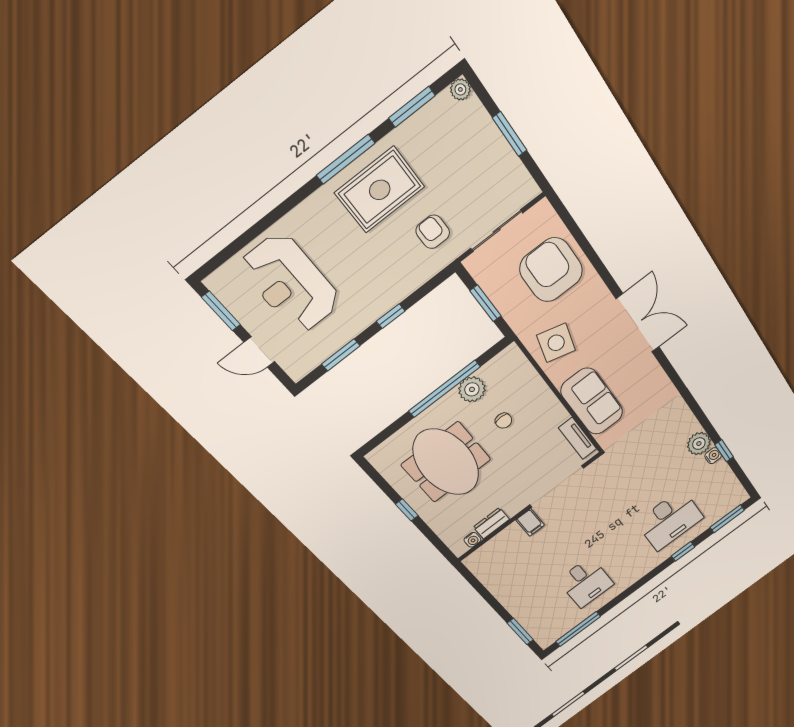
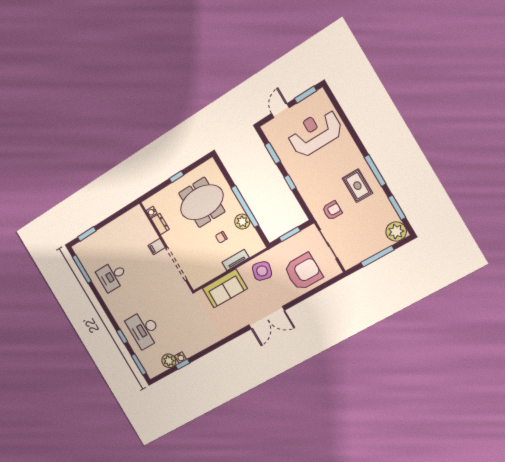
plant: (460, 89) -> (396, 232), width x1.87, depth x1.87
window: (510, 134) -> (377, 256), width x1.44
rug: (380, 190) -> (357, 186), width x0.73, depth x0.70
tv unit: (578, 438) -> (236, 260), moved
plant: (699, 444) -> (169, 361), moved

